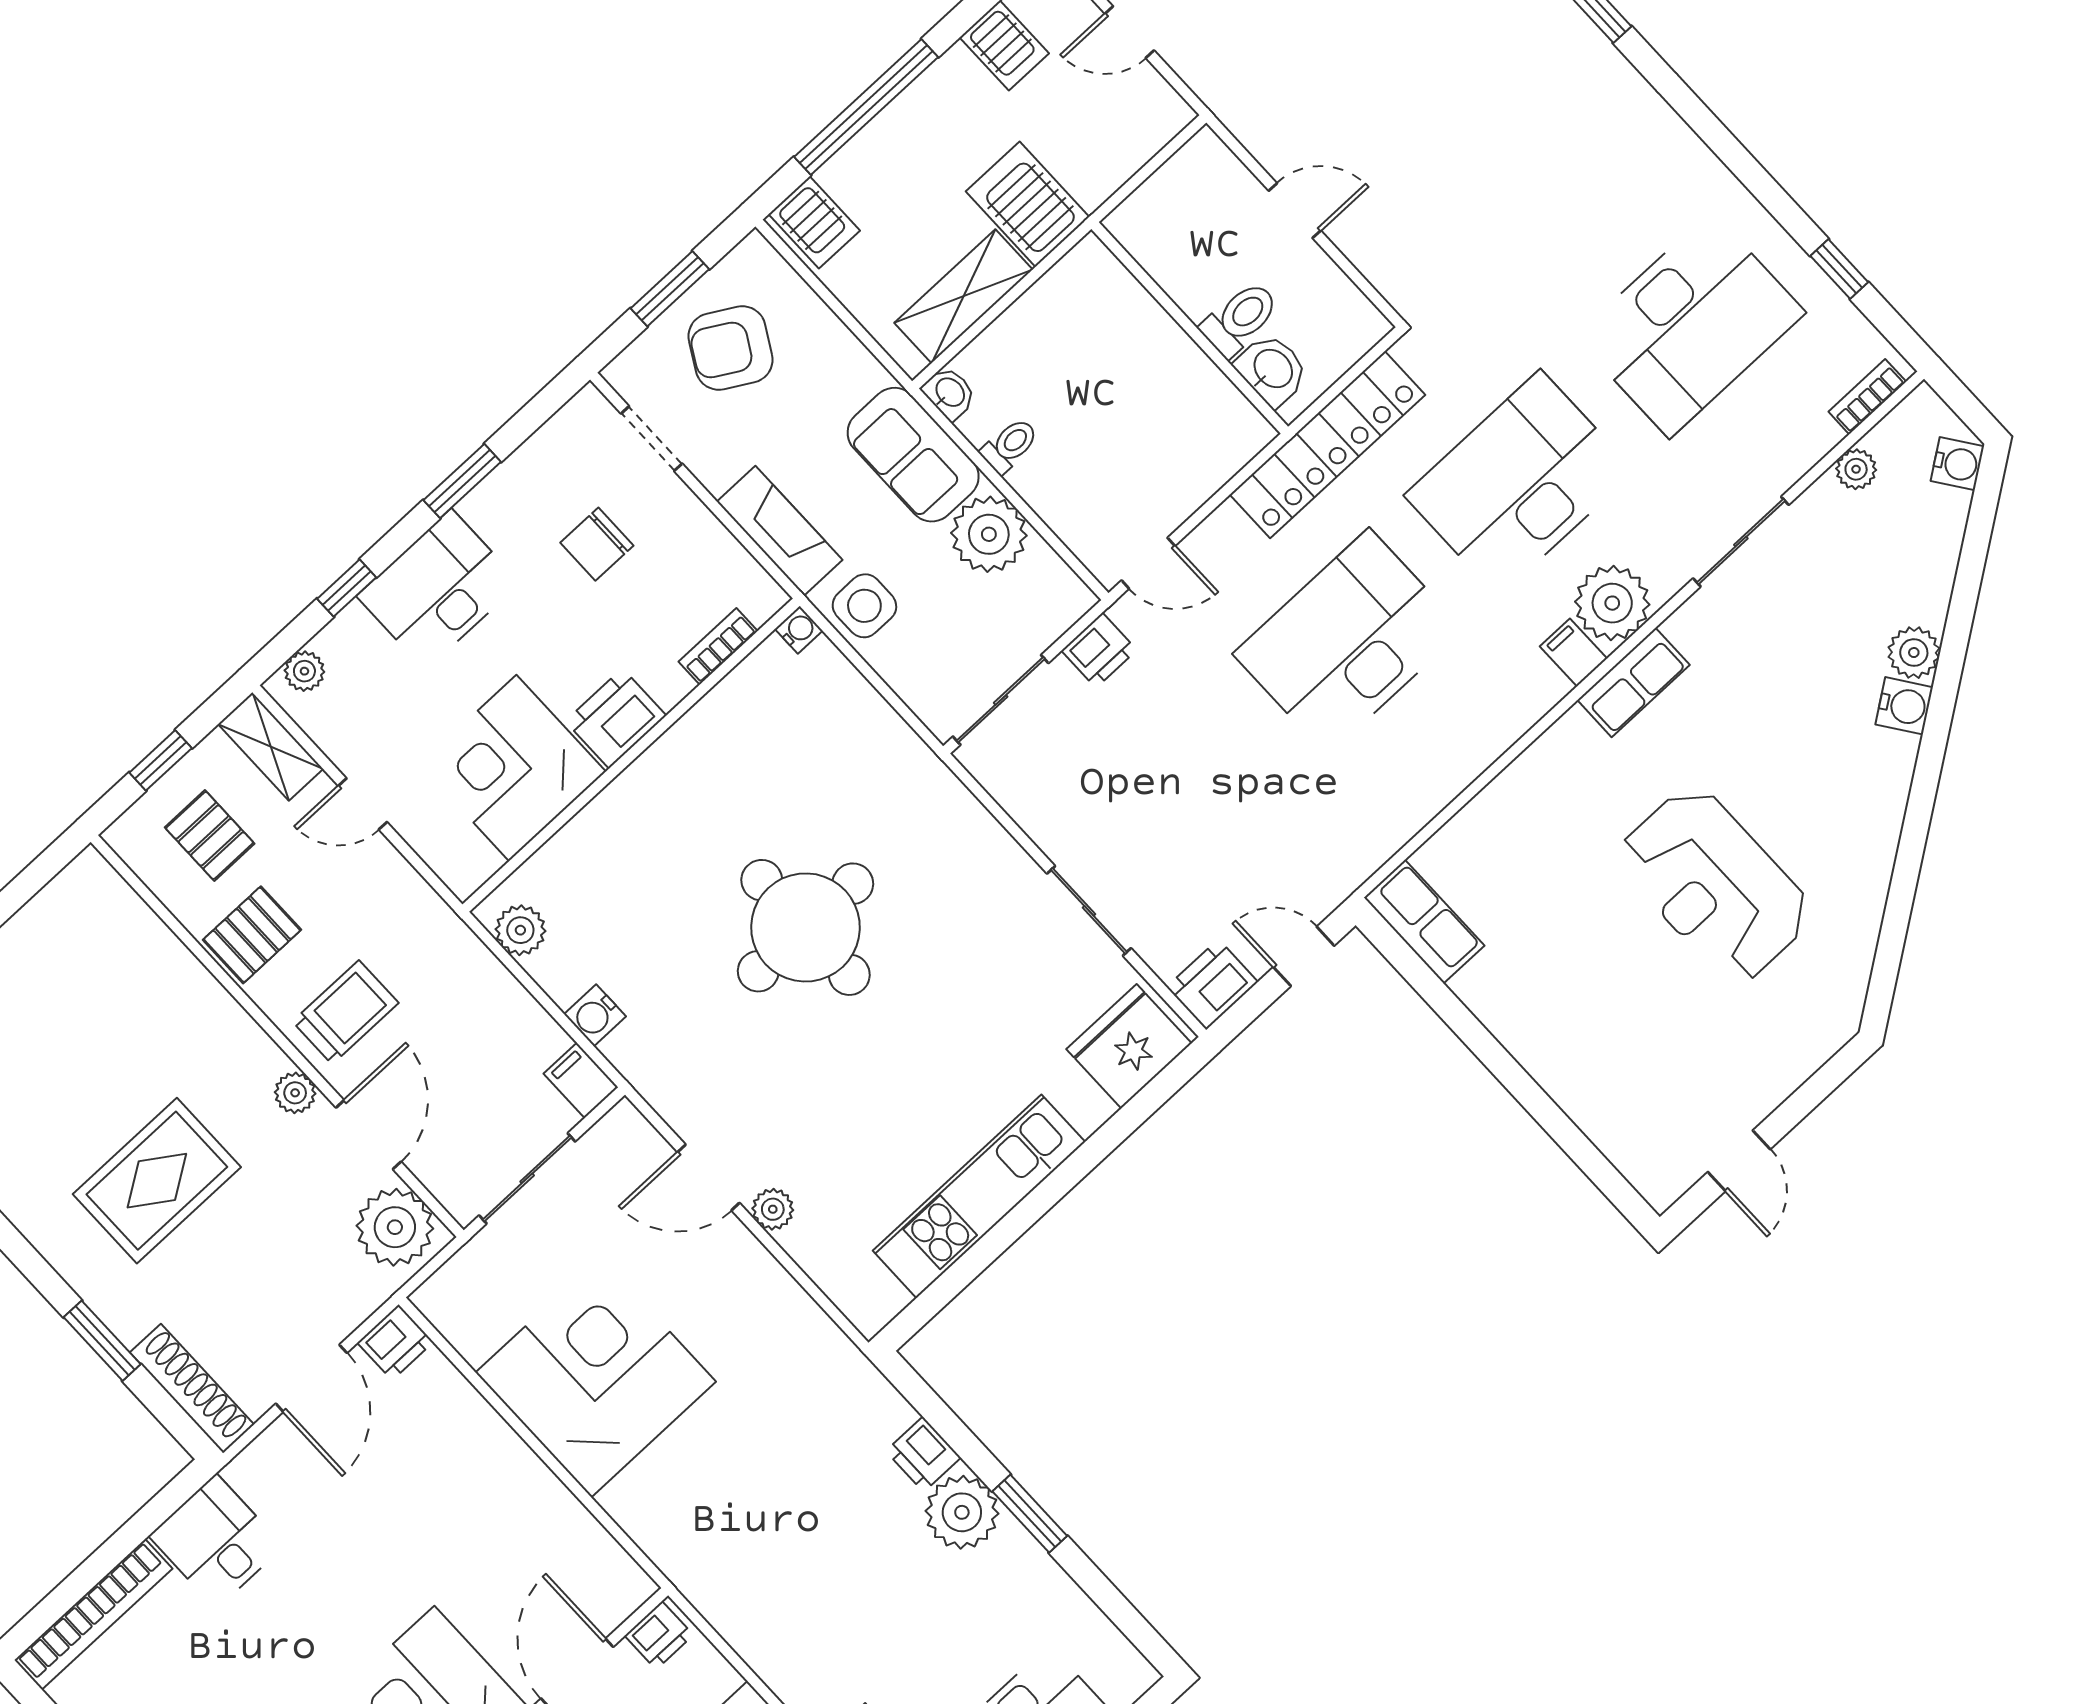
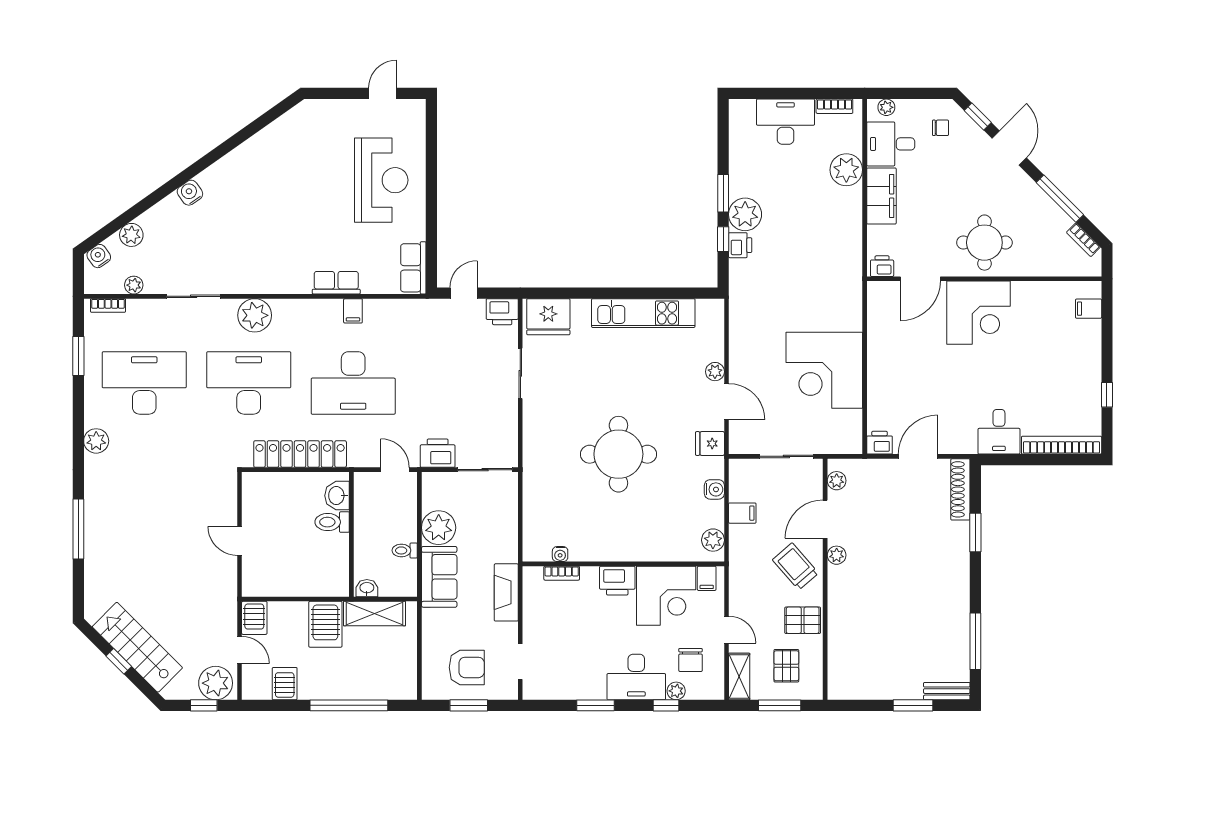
plant: (1681, 157) -> (96, 441), added
server rack: (814, 222) -> (254, 618), moved, turned 180
window: (1839, 269) -> (78, 356), width x1.50
toilet: (1240, 319) -> (332, 522), moved
wall: (1190, 328) -> (351, 534), moved
armchair: (731, 348) -> (467, 667), turned -30
washbasin: (1272, 370) -> (337, 496), moved
washbasin: (949, 393) -> (367, 588), moved, turned 90
desk: (1519, 483) -> (249, 383), turned 180
chair: (597, 544) -> (691, 660), moved, turned 90
side table: (864, 606) -> (501, 542), removed
water cooler: (799, 630) -> (560, 554), moved, turned -90
printer: (1099, 650) -> (438, 453), width x1.36, depth x1.24
filing cabinet: (1573, 653) -> (353, 311), moved
plant: (1914, 653) -> (131, 235), moved
plant: (304, 671) -> (676, 691), moved
row of seats: (1634, 682) -> (336, 283), moved
window: (161, 760) -> (780, 705), width x1.50
filing cabinet: (473, 858) -> (707, 578), added
reception desk: (1715, 885) -> (381, 180), moved
door: (1304, 956) -> (464, 293), swing flipped
trolley: (345, 1012) -> (795, 566), turned 49
filing cabinet: (581, 1080) -> (742, 513), moved, turned -90
fridge: (672, 1084) -> (710, 444), added
rug: (157, 1181) -> (909, 568), removed
plant: (395, 1227) -> (837, 481), width x0.53, depth x0.53
window: (960, 1439) -> (723, 239), added

